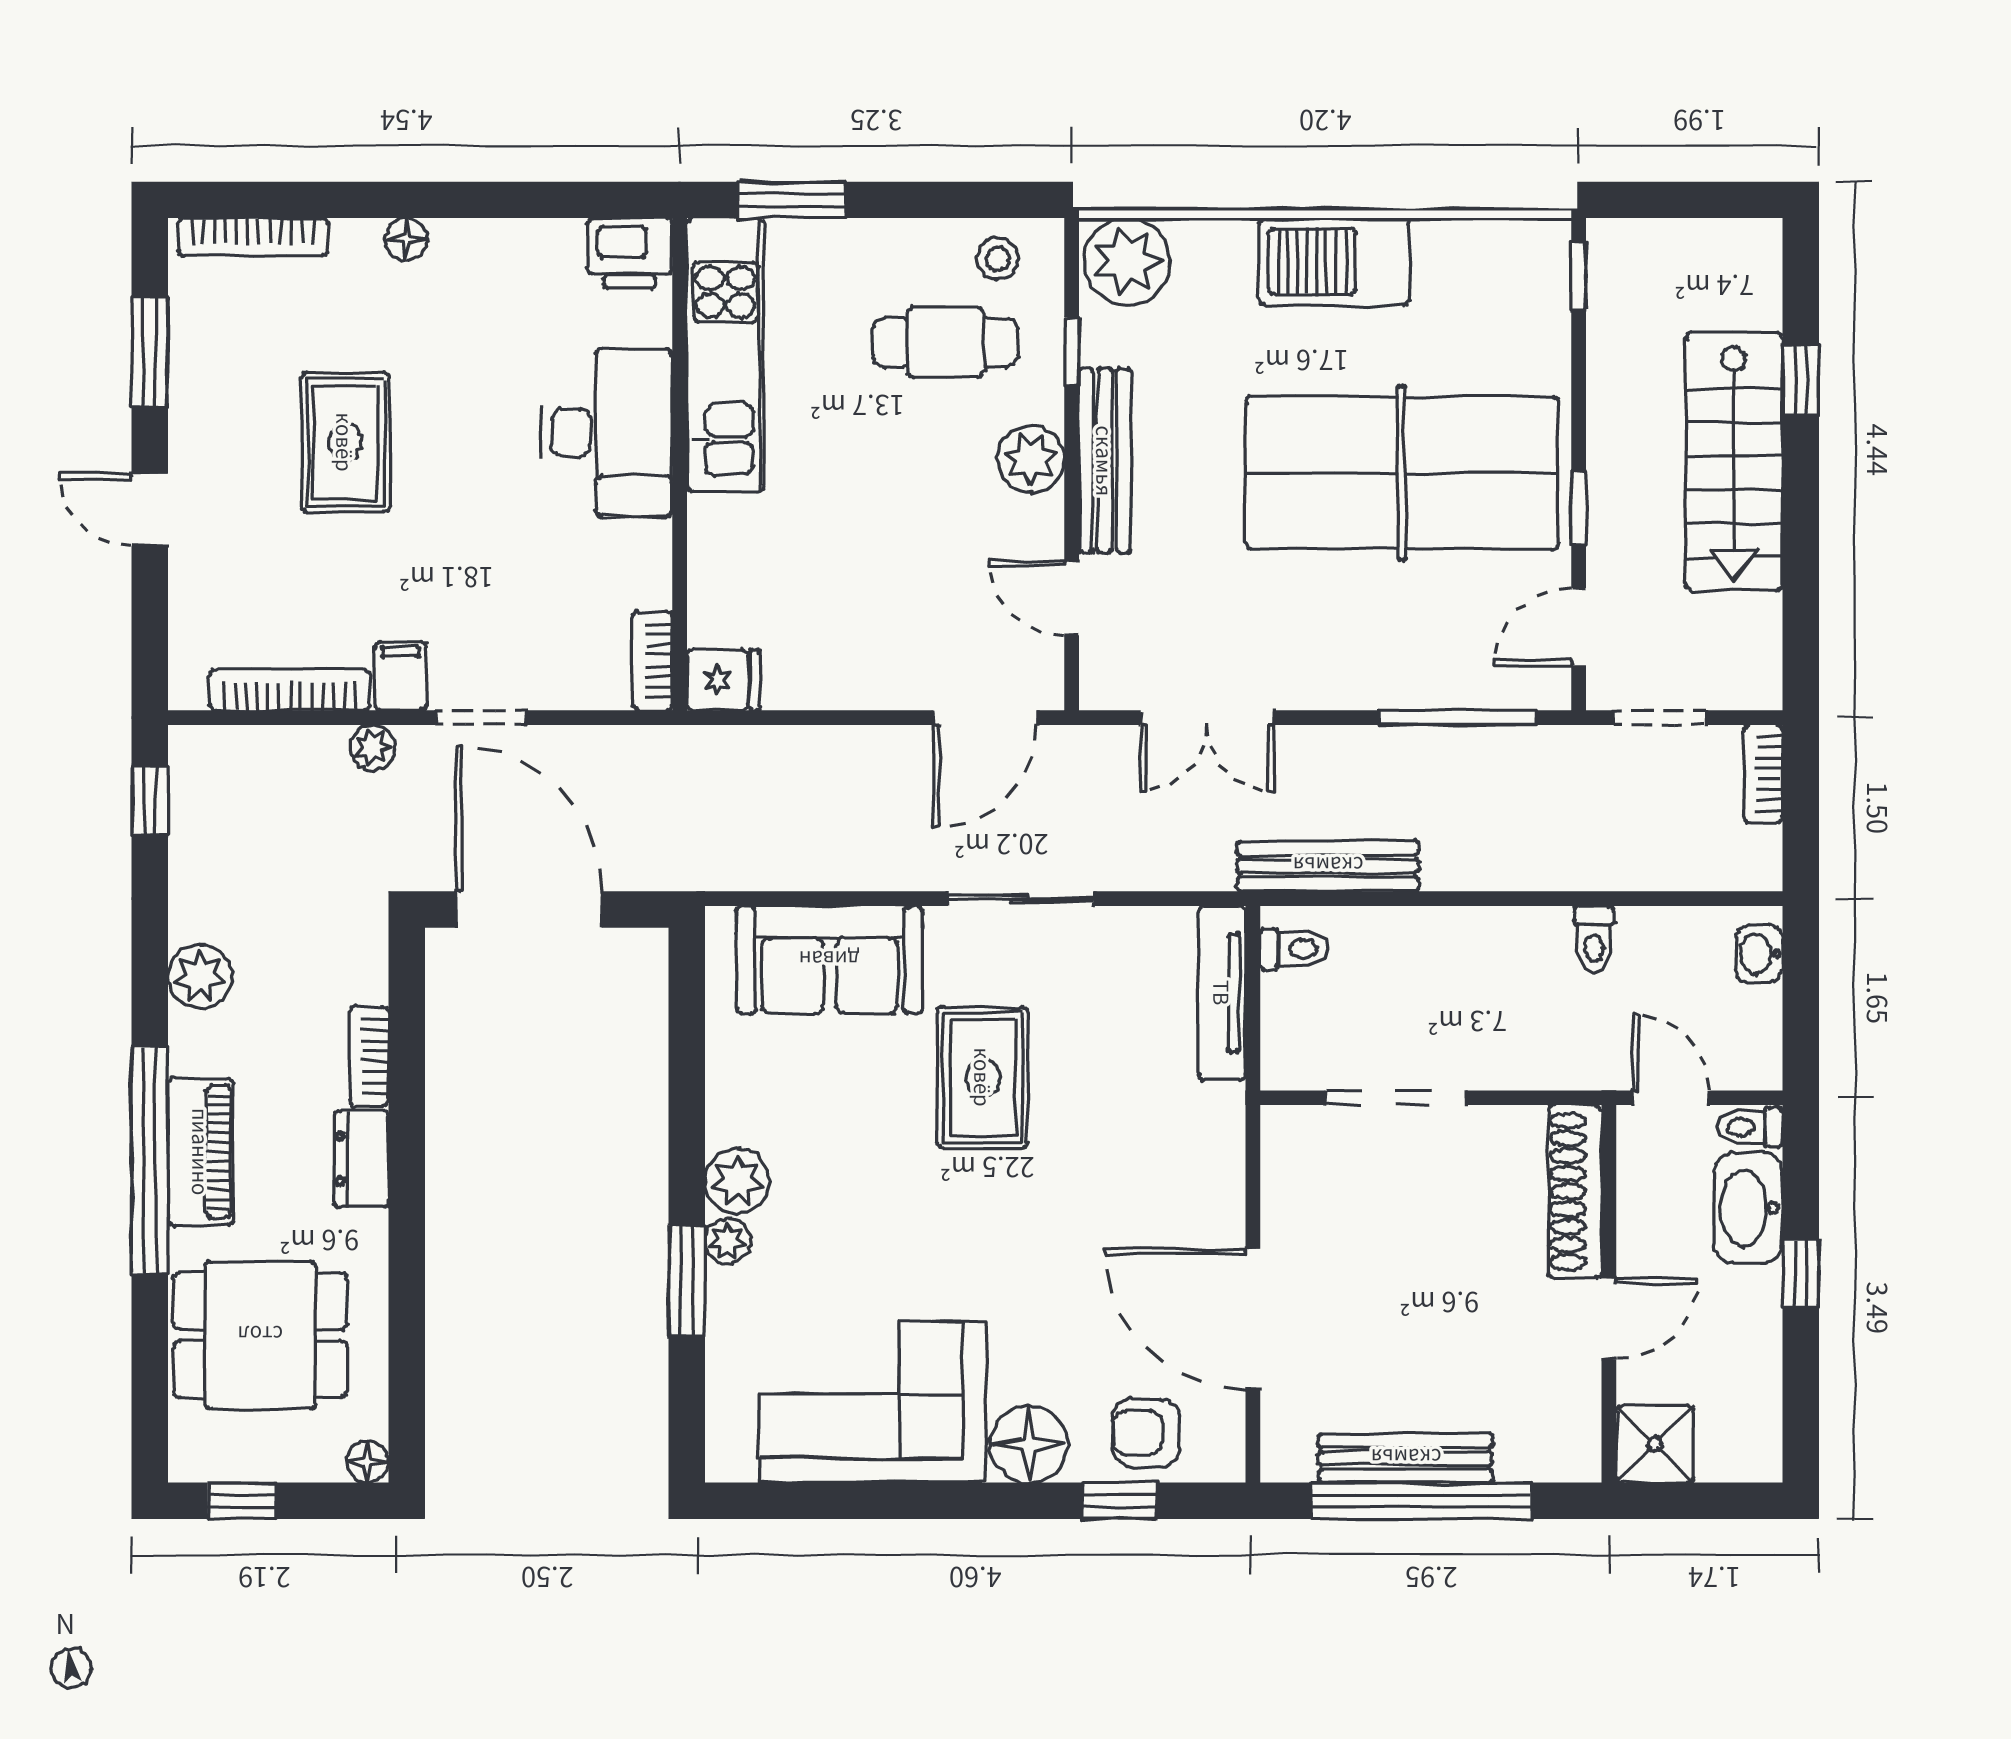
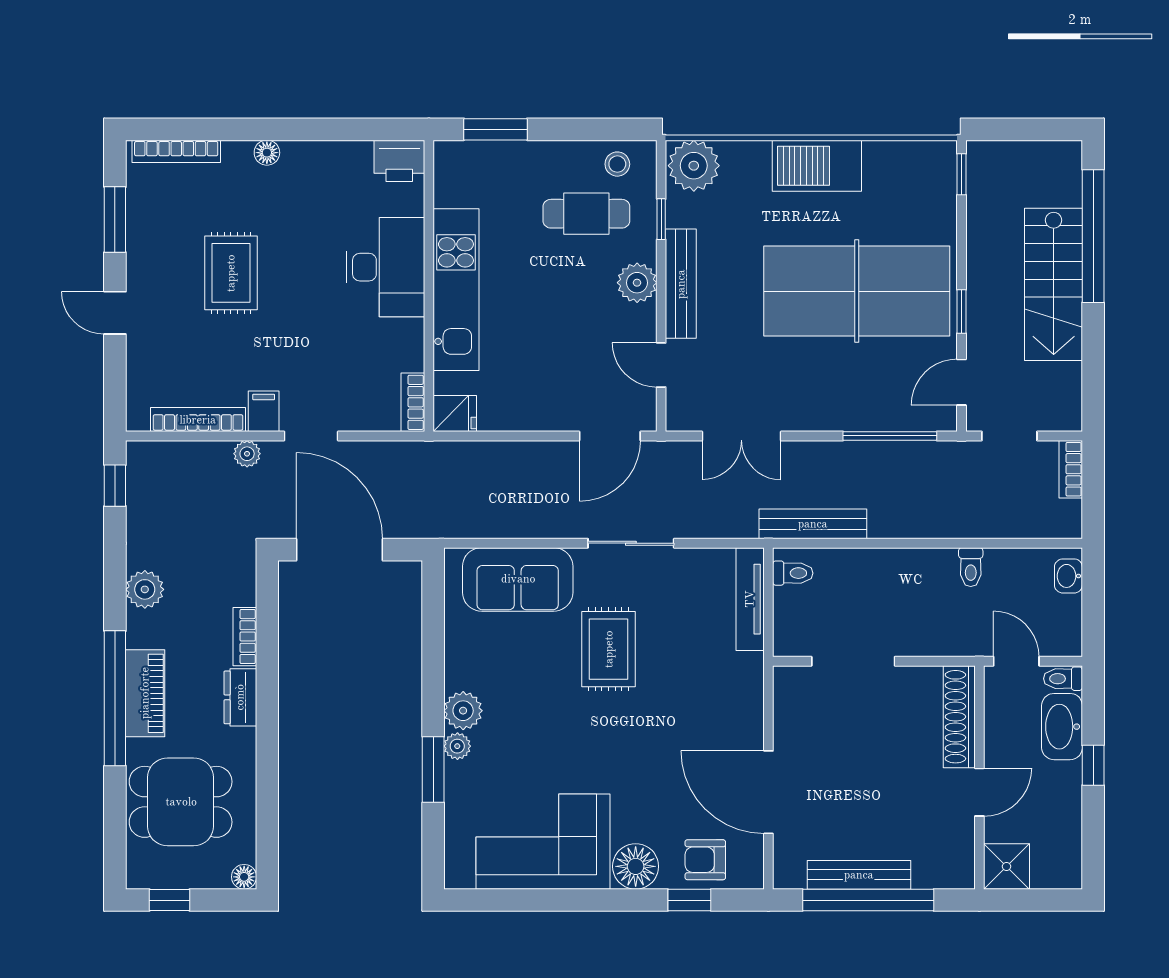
kitchen unit: (725, 355) -> (456, 290), moved
window: (1801, 380) -> (1093, 236), width x3.17

